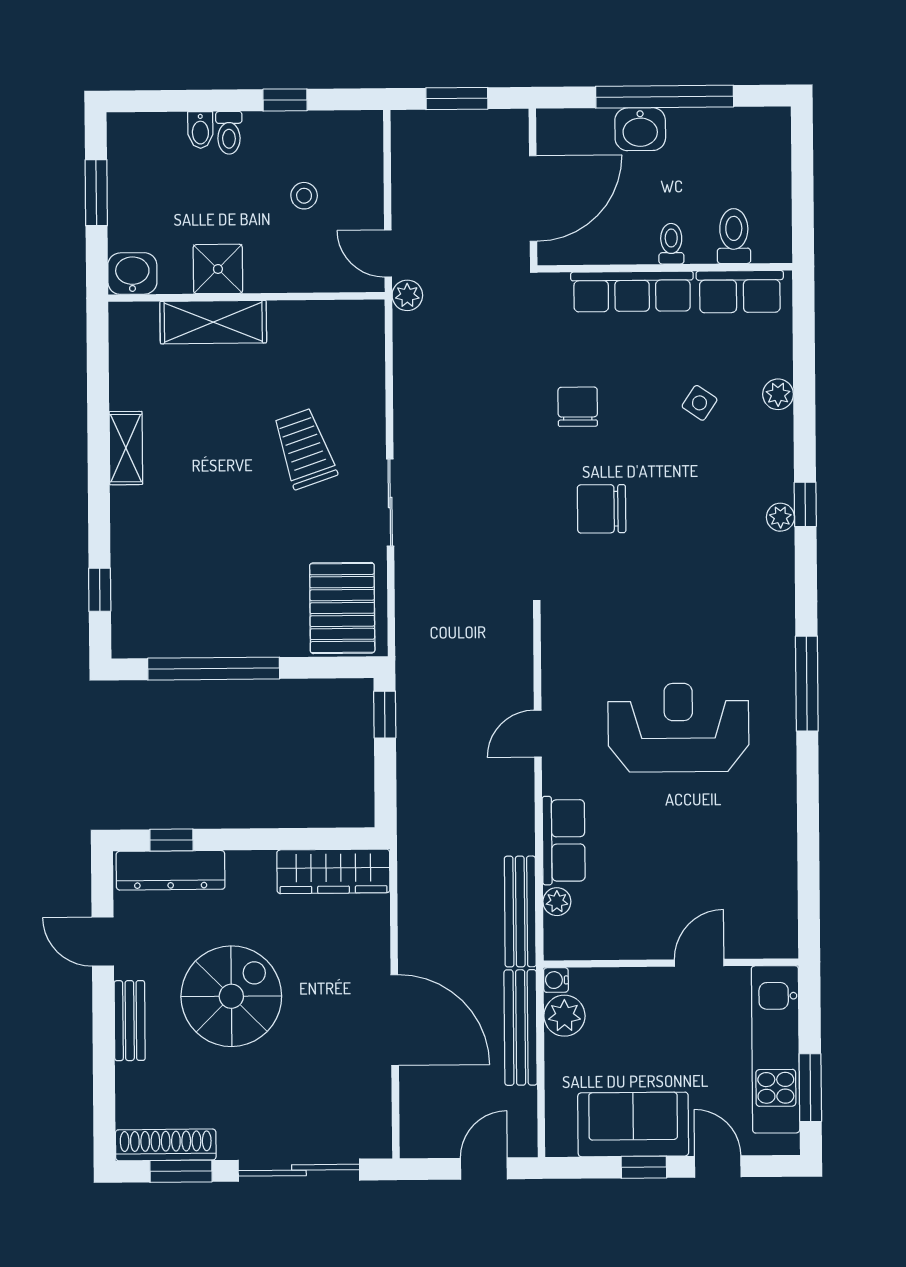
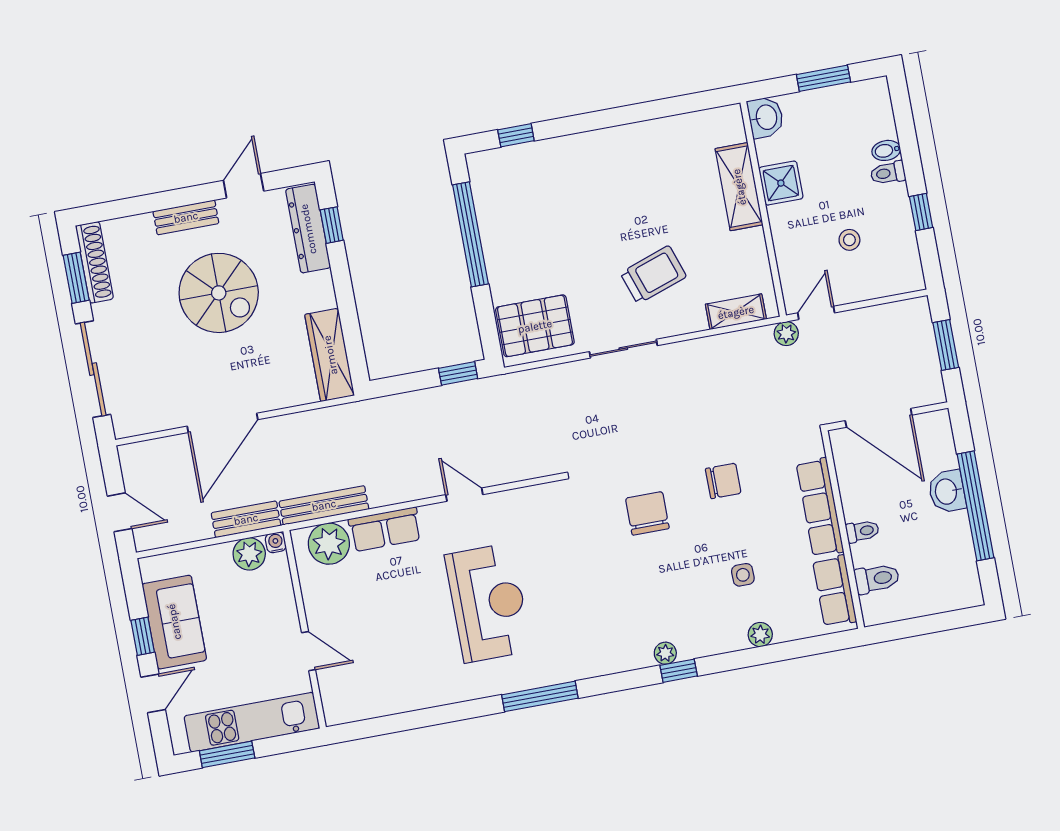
side table: (700, 403) -> (743, 575), turned -34
shelving: (126, 448) -> (736, 312), moved
plant: (557, 902) -> (329, 544), width x1.88, depth x1.88
bench: (521, 1027) -> (246, 519), width x0.73

